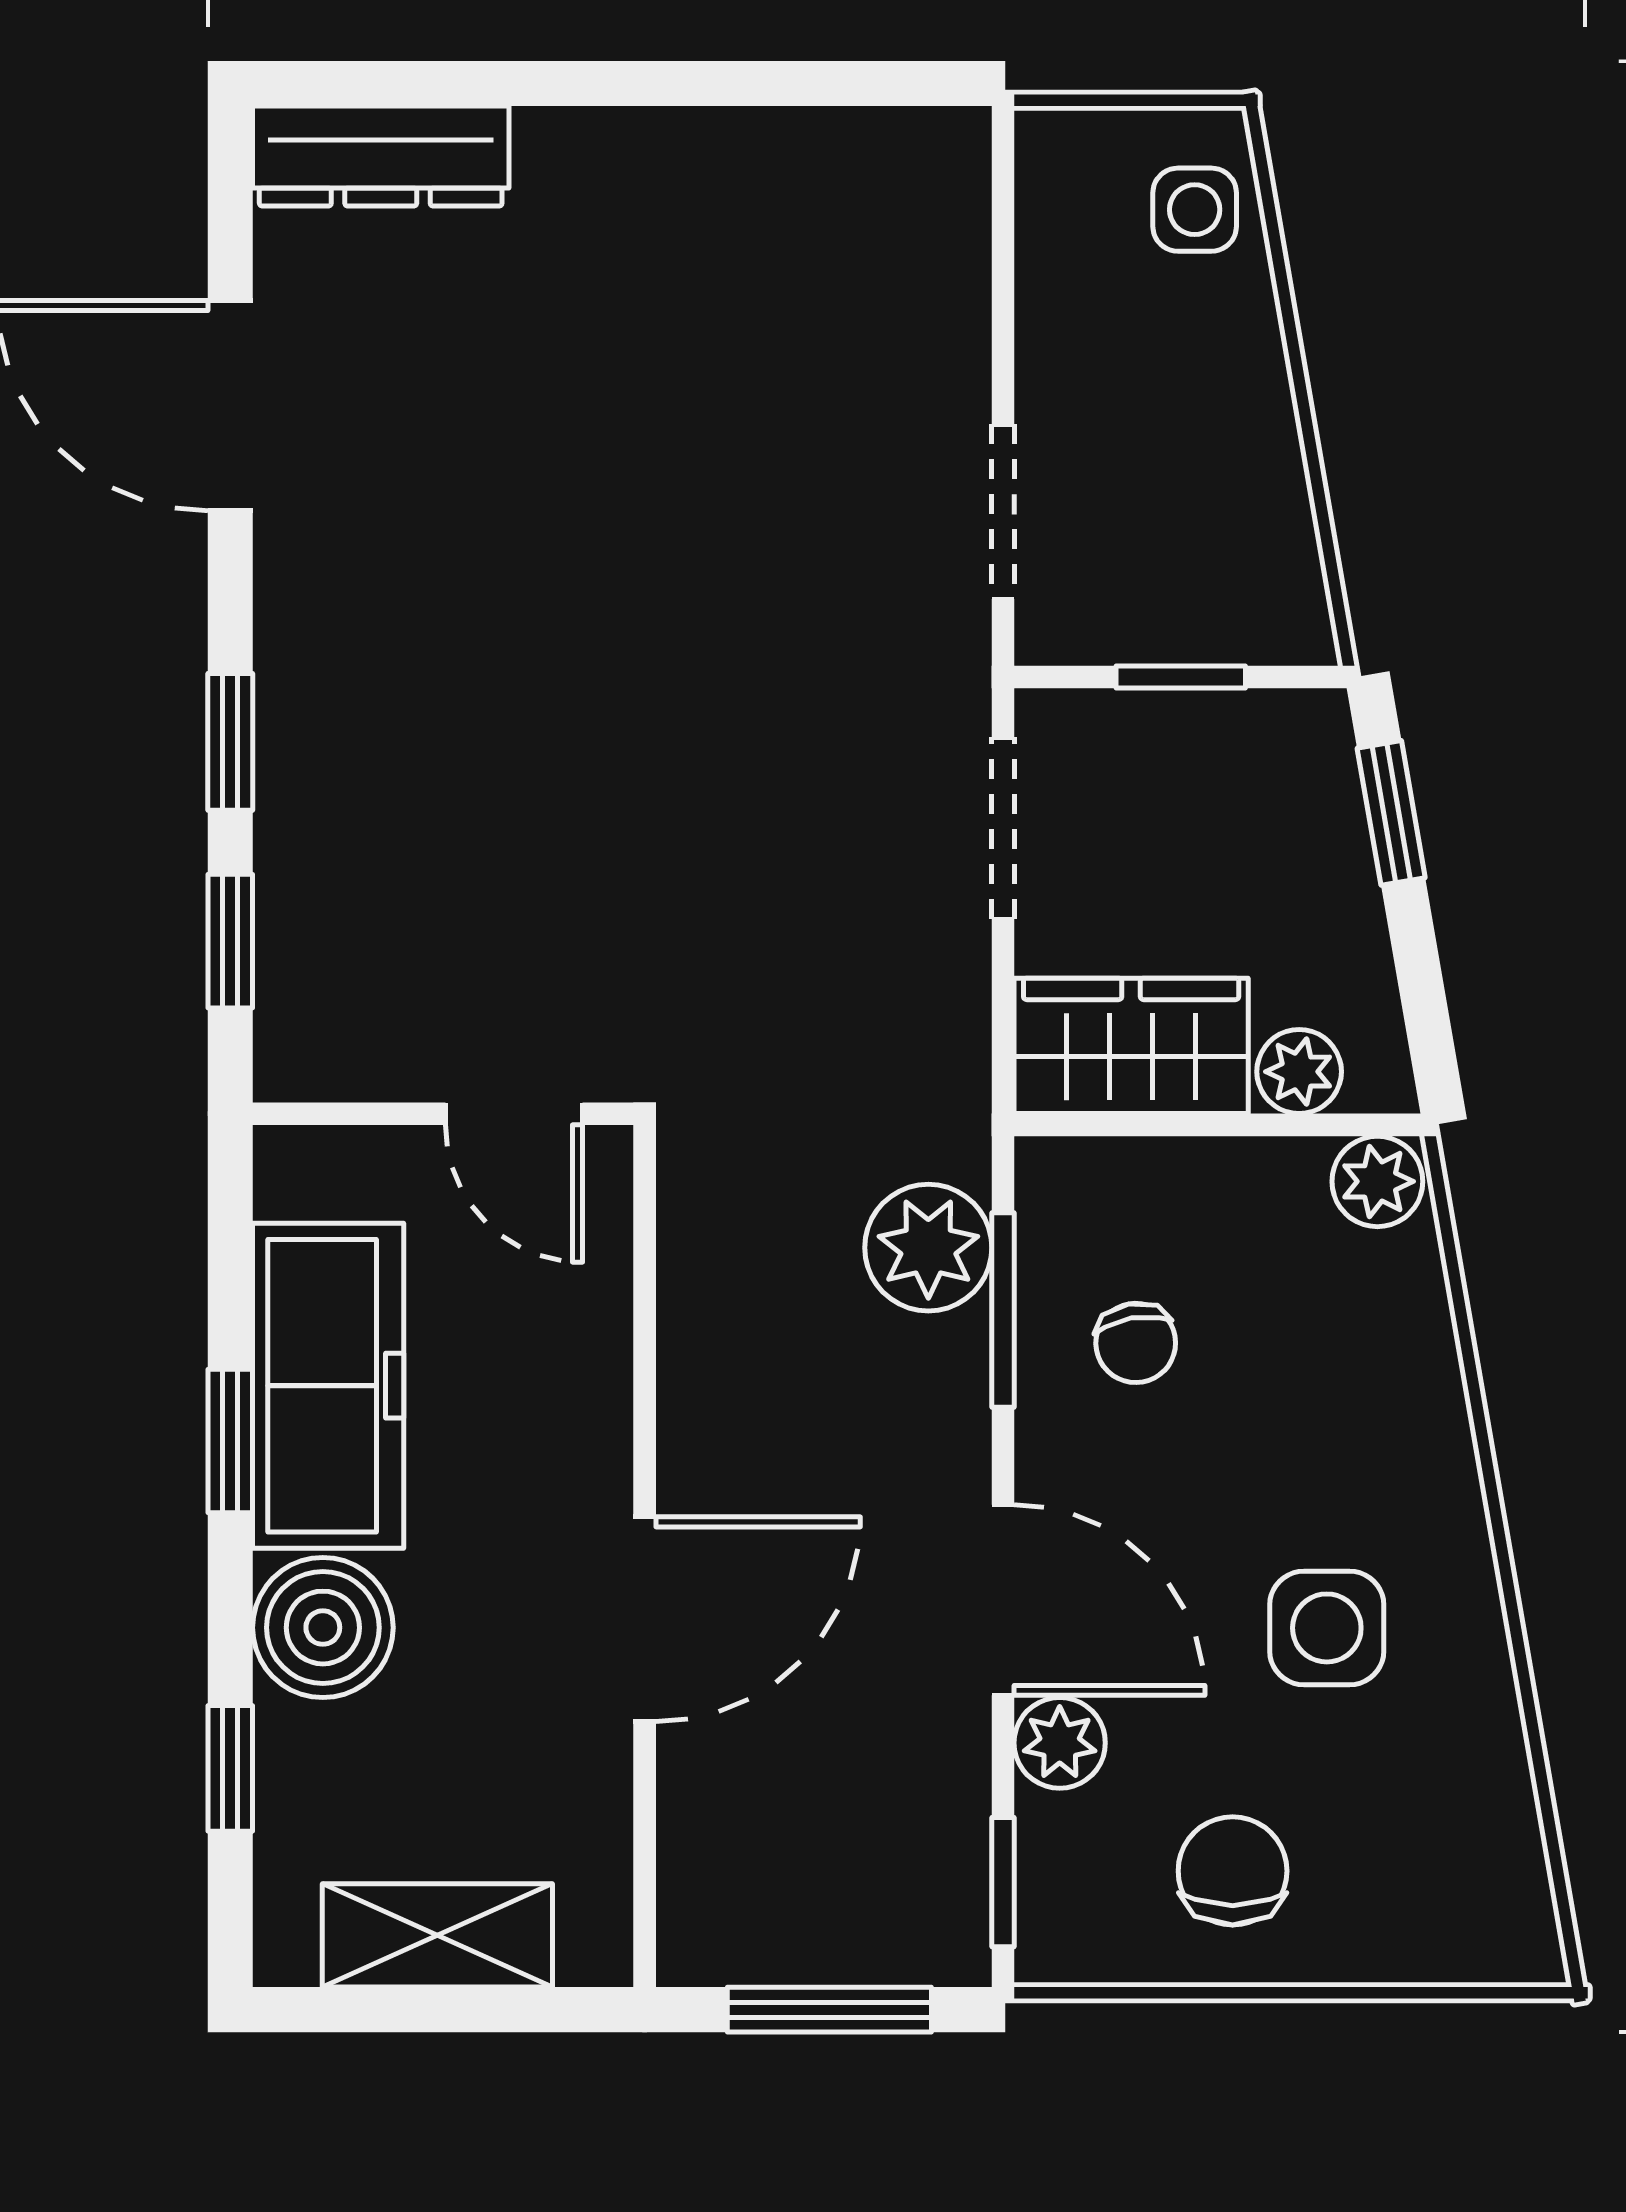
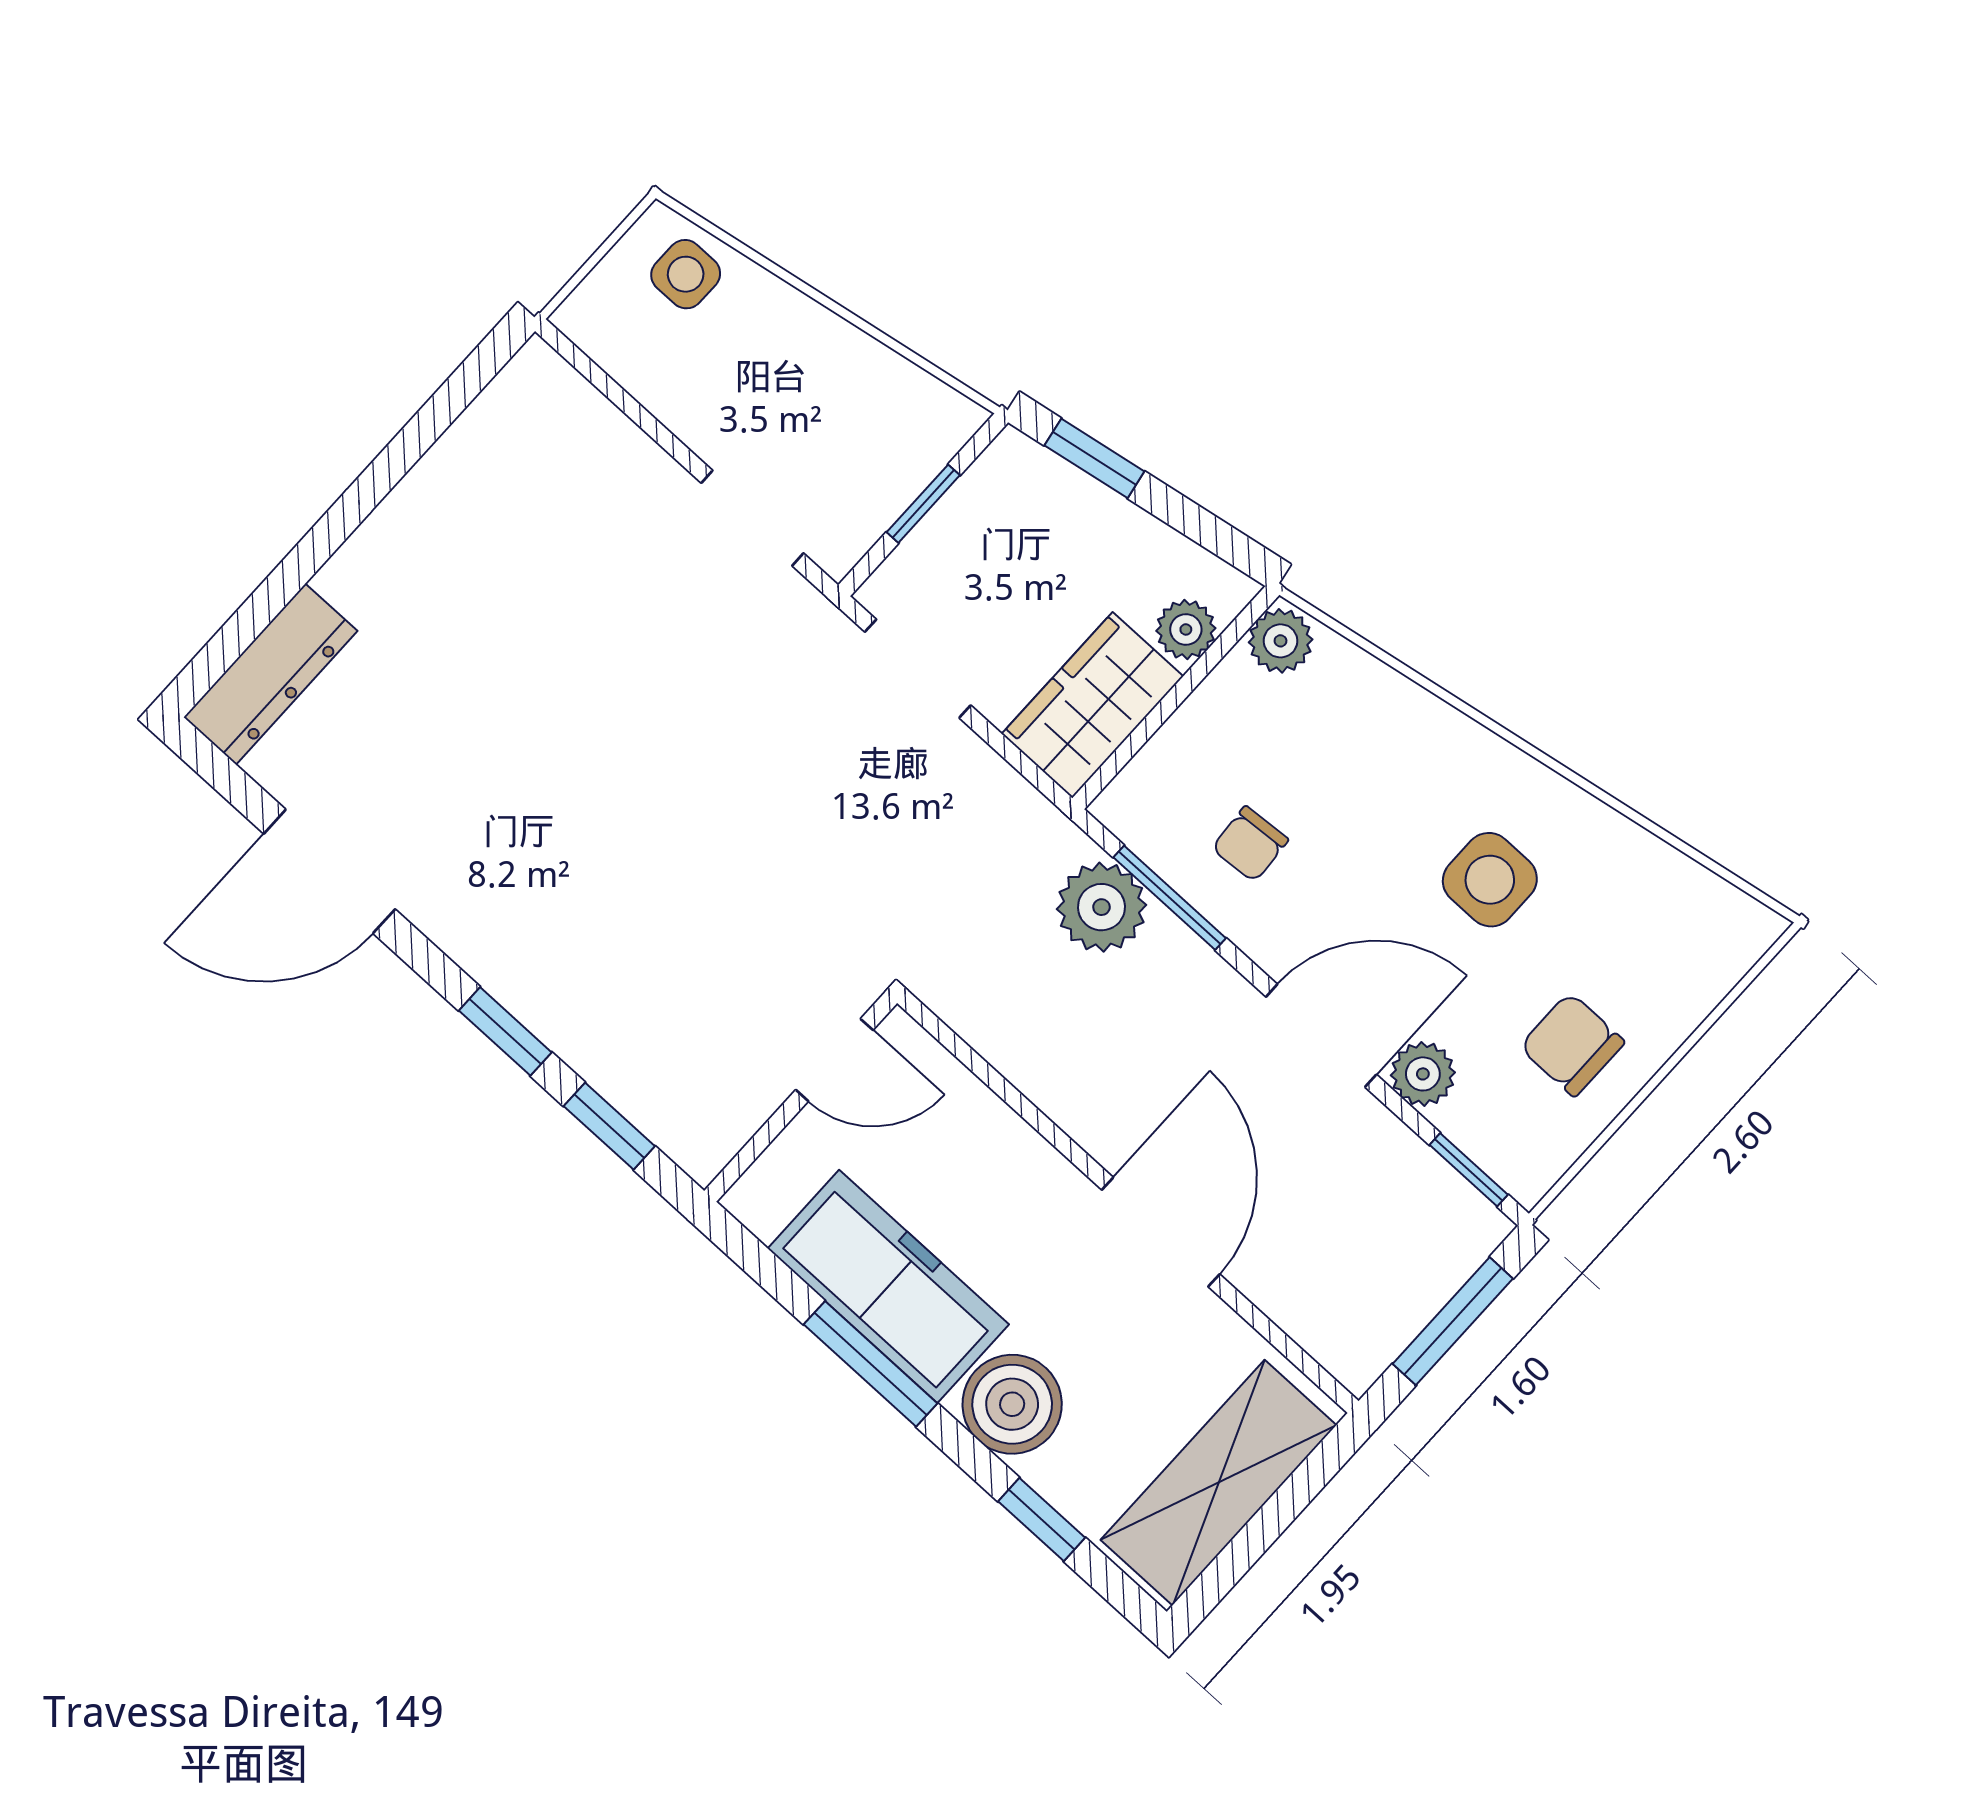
chair: (1136, 1343) -> (1250, 844), turned 96
window: (230, 1441) -> (871, 1364), width x1.50
shelving: (437, 1935) -> (1219, 1483), width x1.50, depth x1.33

